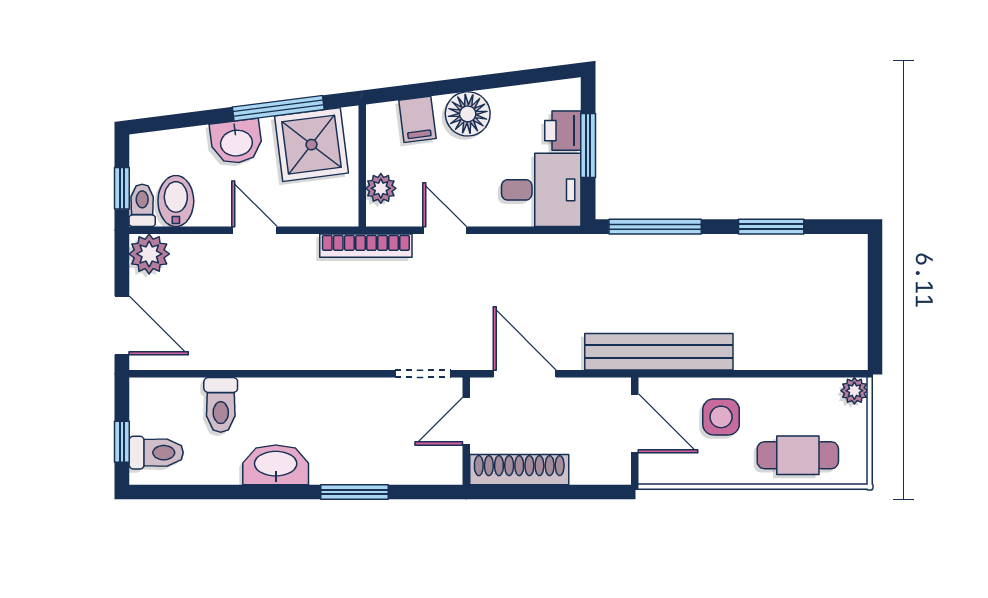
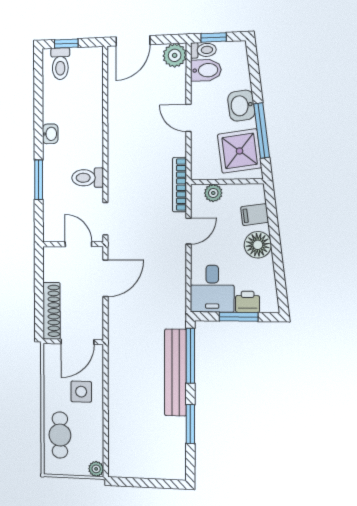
door: (255, 230) -> (189, 118), swing flipped
bench: (659, 352) -> (175, 373), moved
toilet: (221, 405) -> (88, 178), moved
washbasin: (276, 465) -> (50, 134), width x0.52, depth x0.69
shoe rack: (519, 470) -> (52, 311), moved

